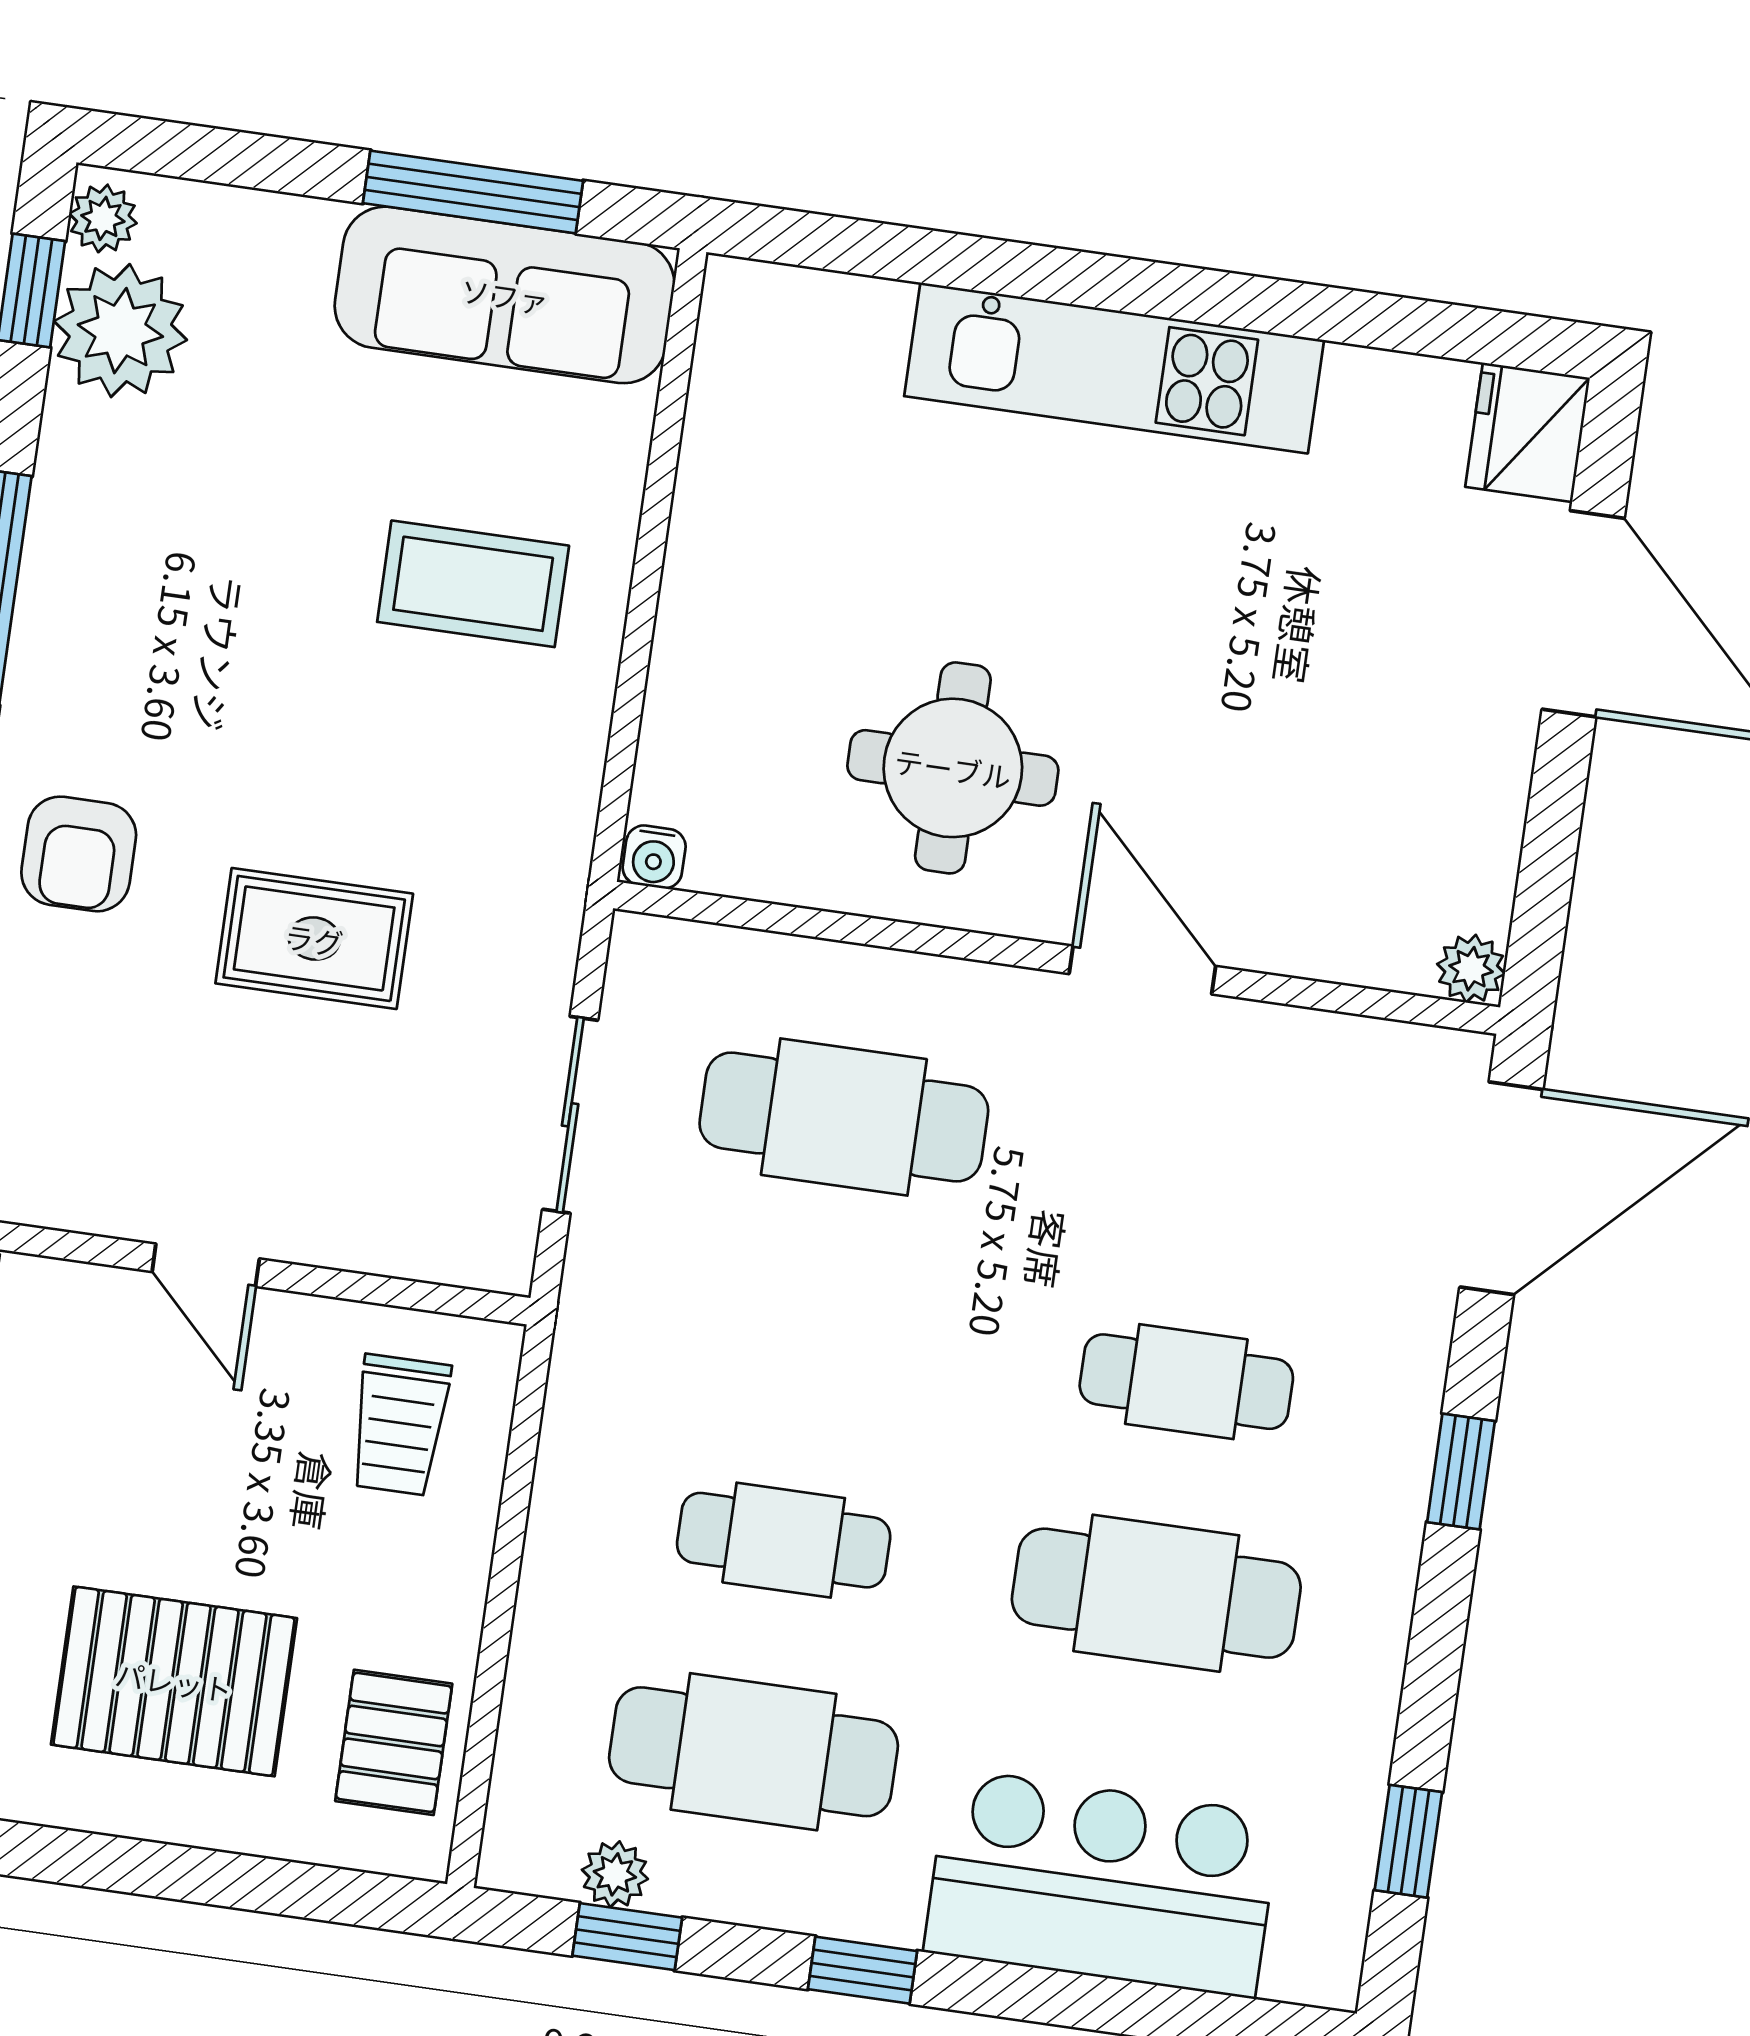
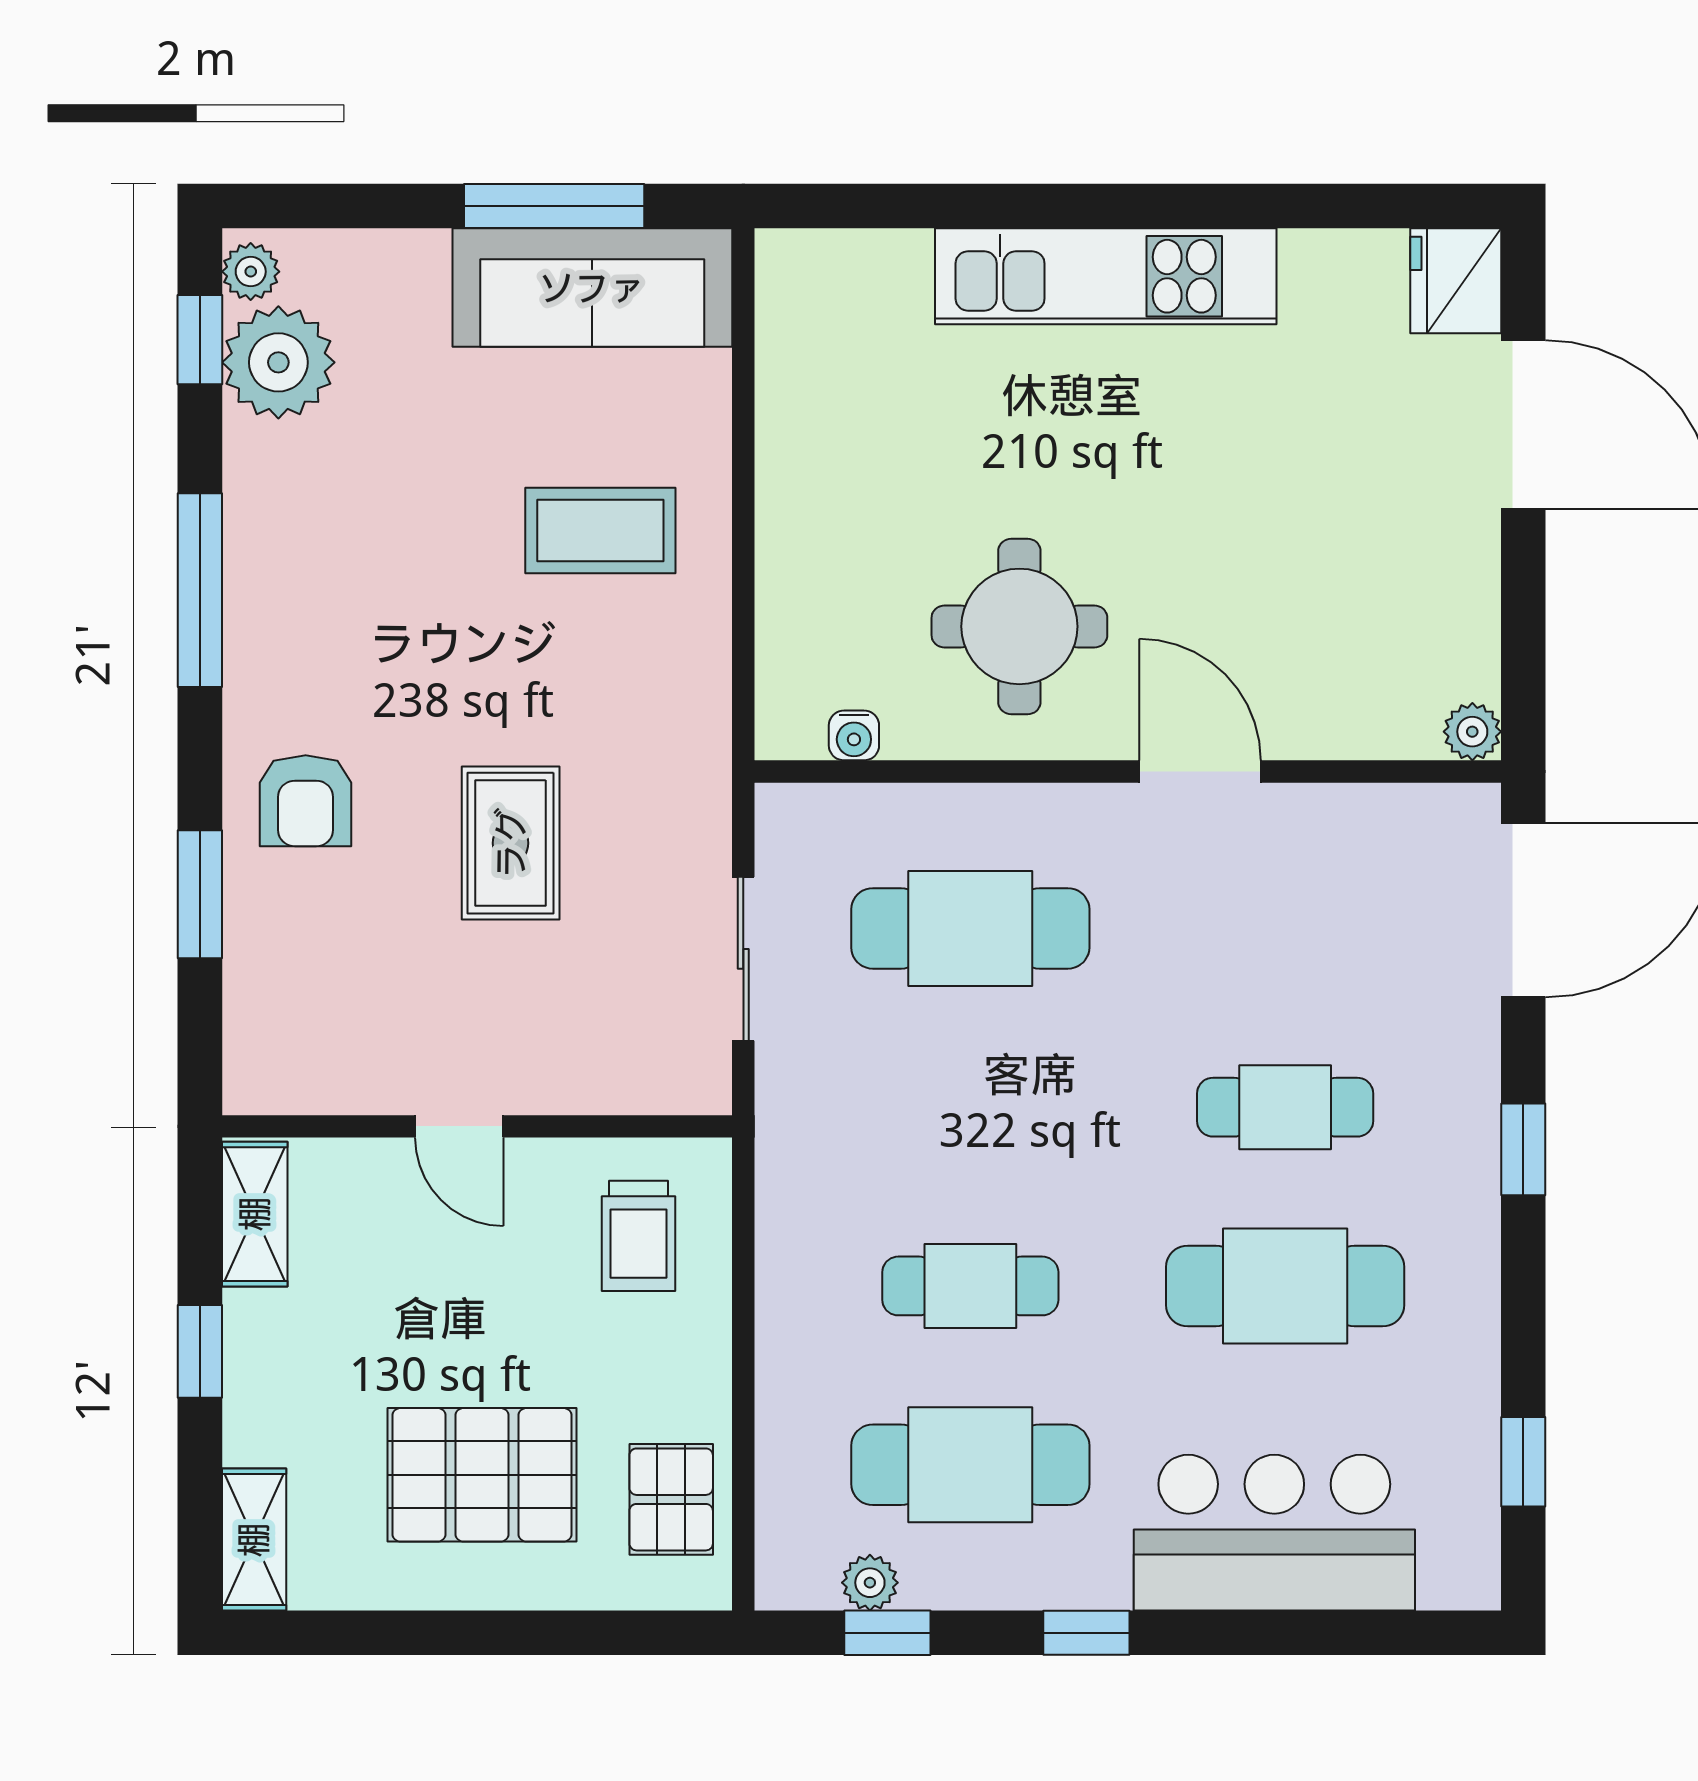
water cooler: (654, 857) -> (854, 735), moved
rug: (314, 939) -> (511, 843), turned 90

